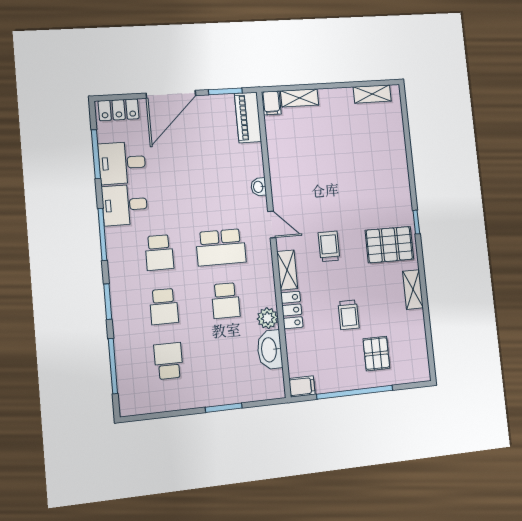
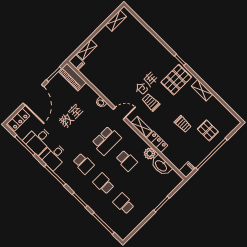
school desk: (164, 306) -> (104, 184), turned 180

